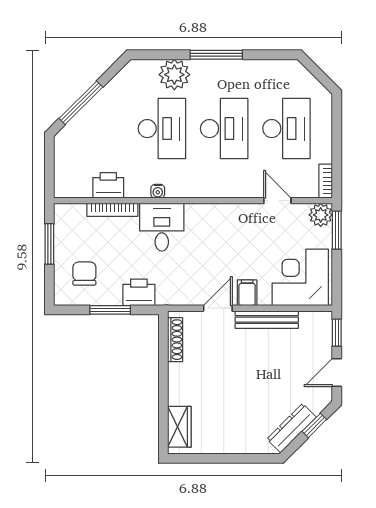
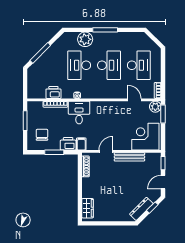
desk: (162, 129) -> (79, 65), turned 180
filing cabinet: (247, 293) -> (81, 144), moved

